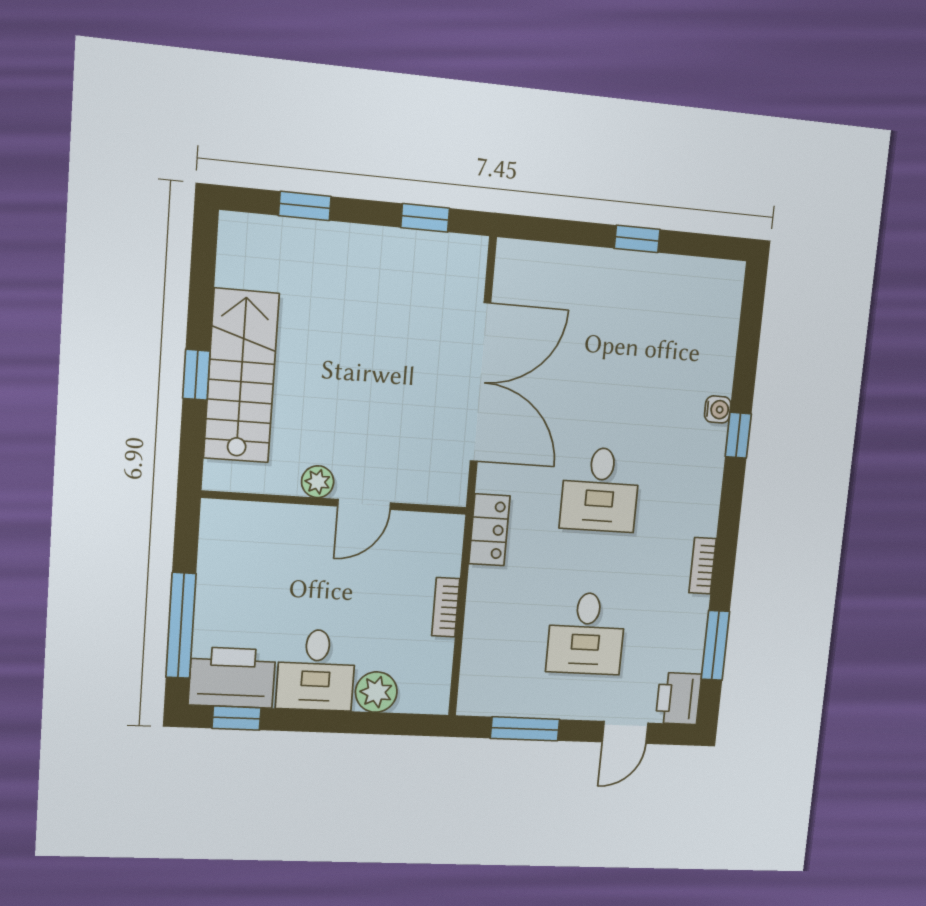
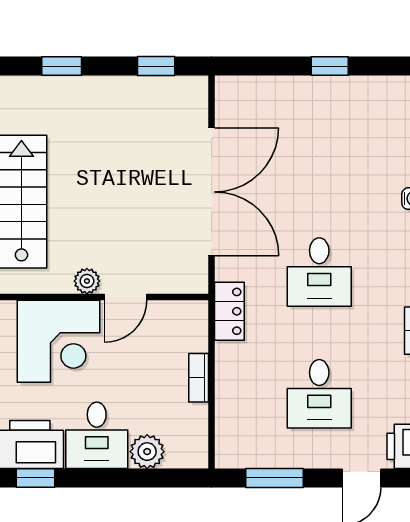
corner desk: (277, 554) -> (59, 341), added

